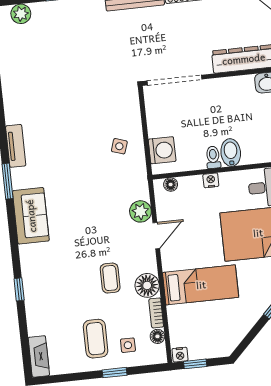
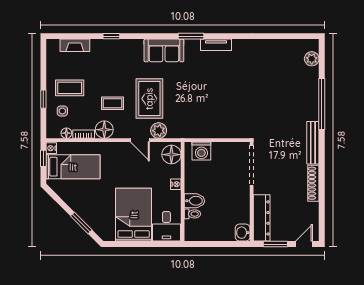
side table: (119, 146) -> (208, 120), removed
toilet: (213, 157) -> (192, 214), moved
floor lamp: (171, 185) -> (171, 155), width x1.89, depth x1.89
rug: (98, 229) -> (149, 99), added
bed: (201, 285) -> (73, 167), moved, turned -90
fireplace: (39, 356) -> (75, 45), moved

